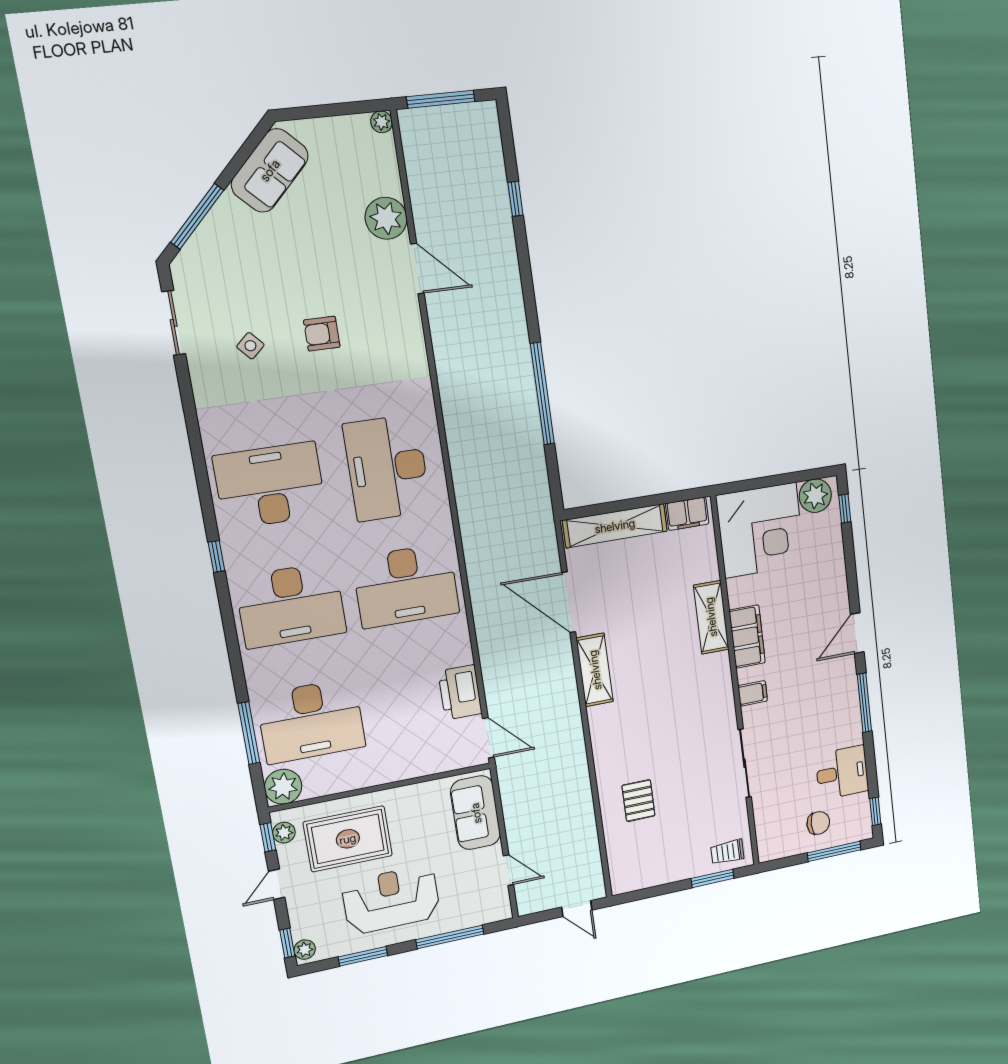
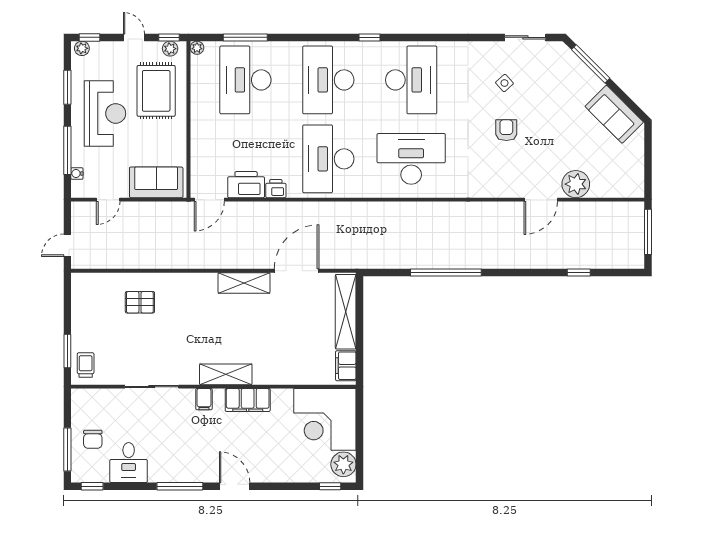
plant: (382, 122) -> (637, 191), removed
shelving: (711, 617) -> (226, 374), moved
printer: (459, 651) -> (276, 189), added
plant: (283, 787) -> (197, 48), width x0.53, depth x0.53
water cooler: (479, 918) -> (77, 173), added

